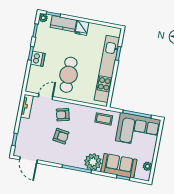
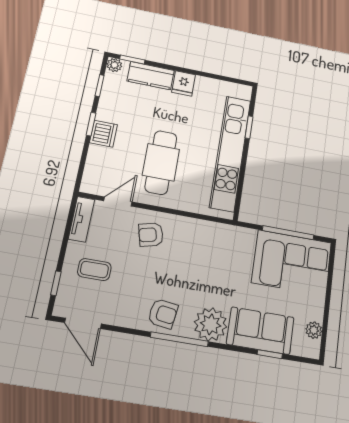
coffee table: (104, 119) -> (94, 270), moved
armchair: (61, 136) -> (163, 314), moved

